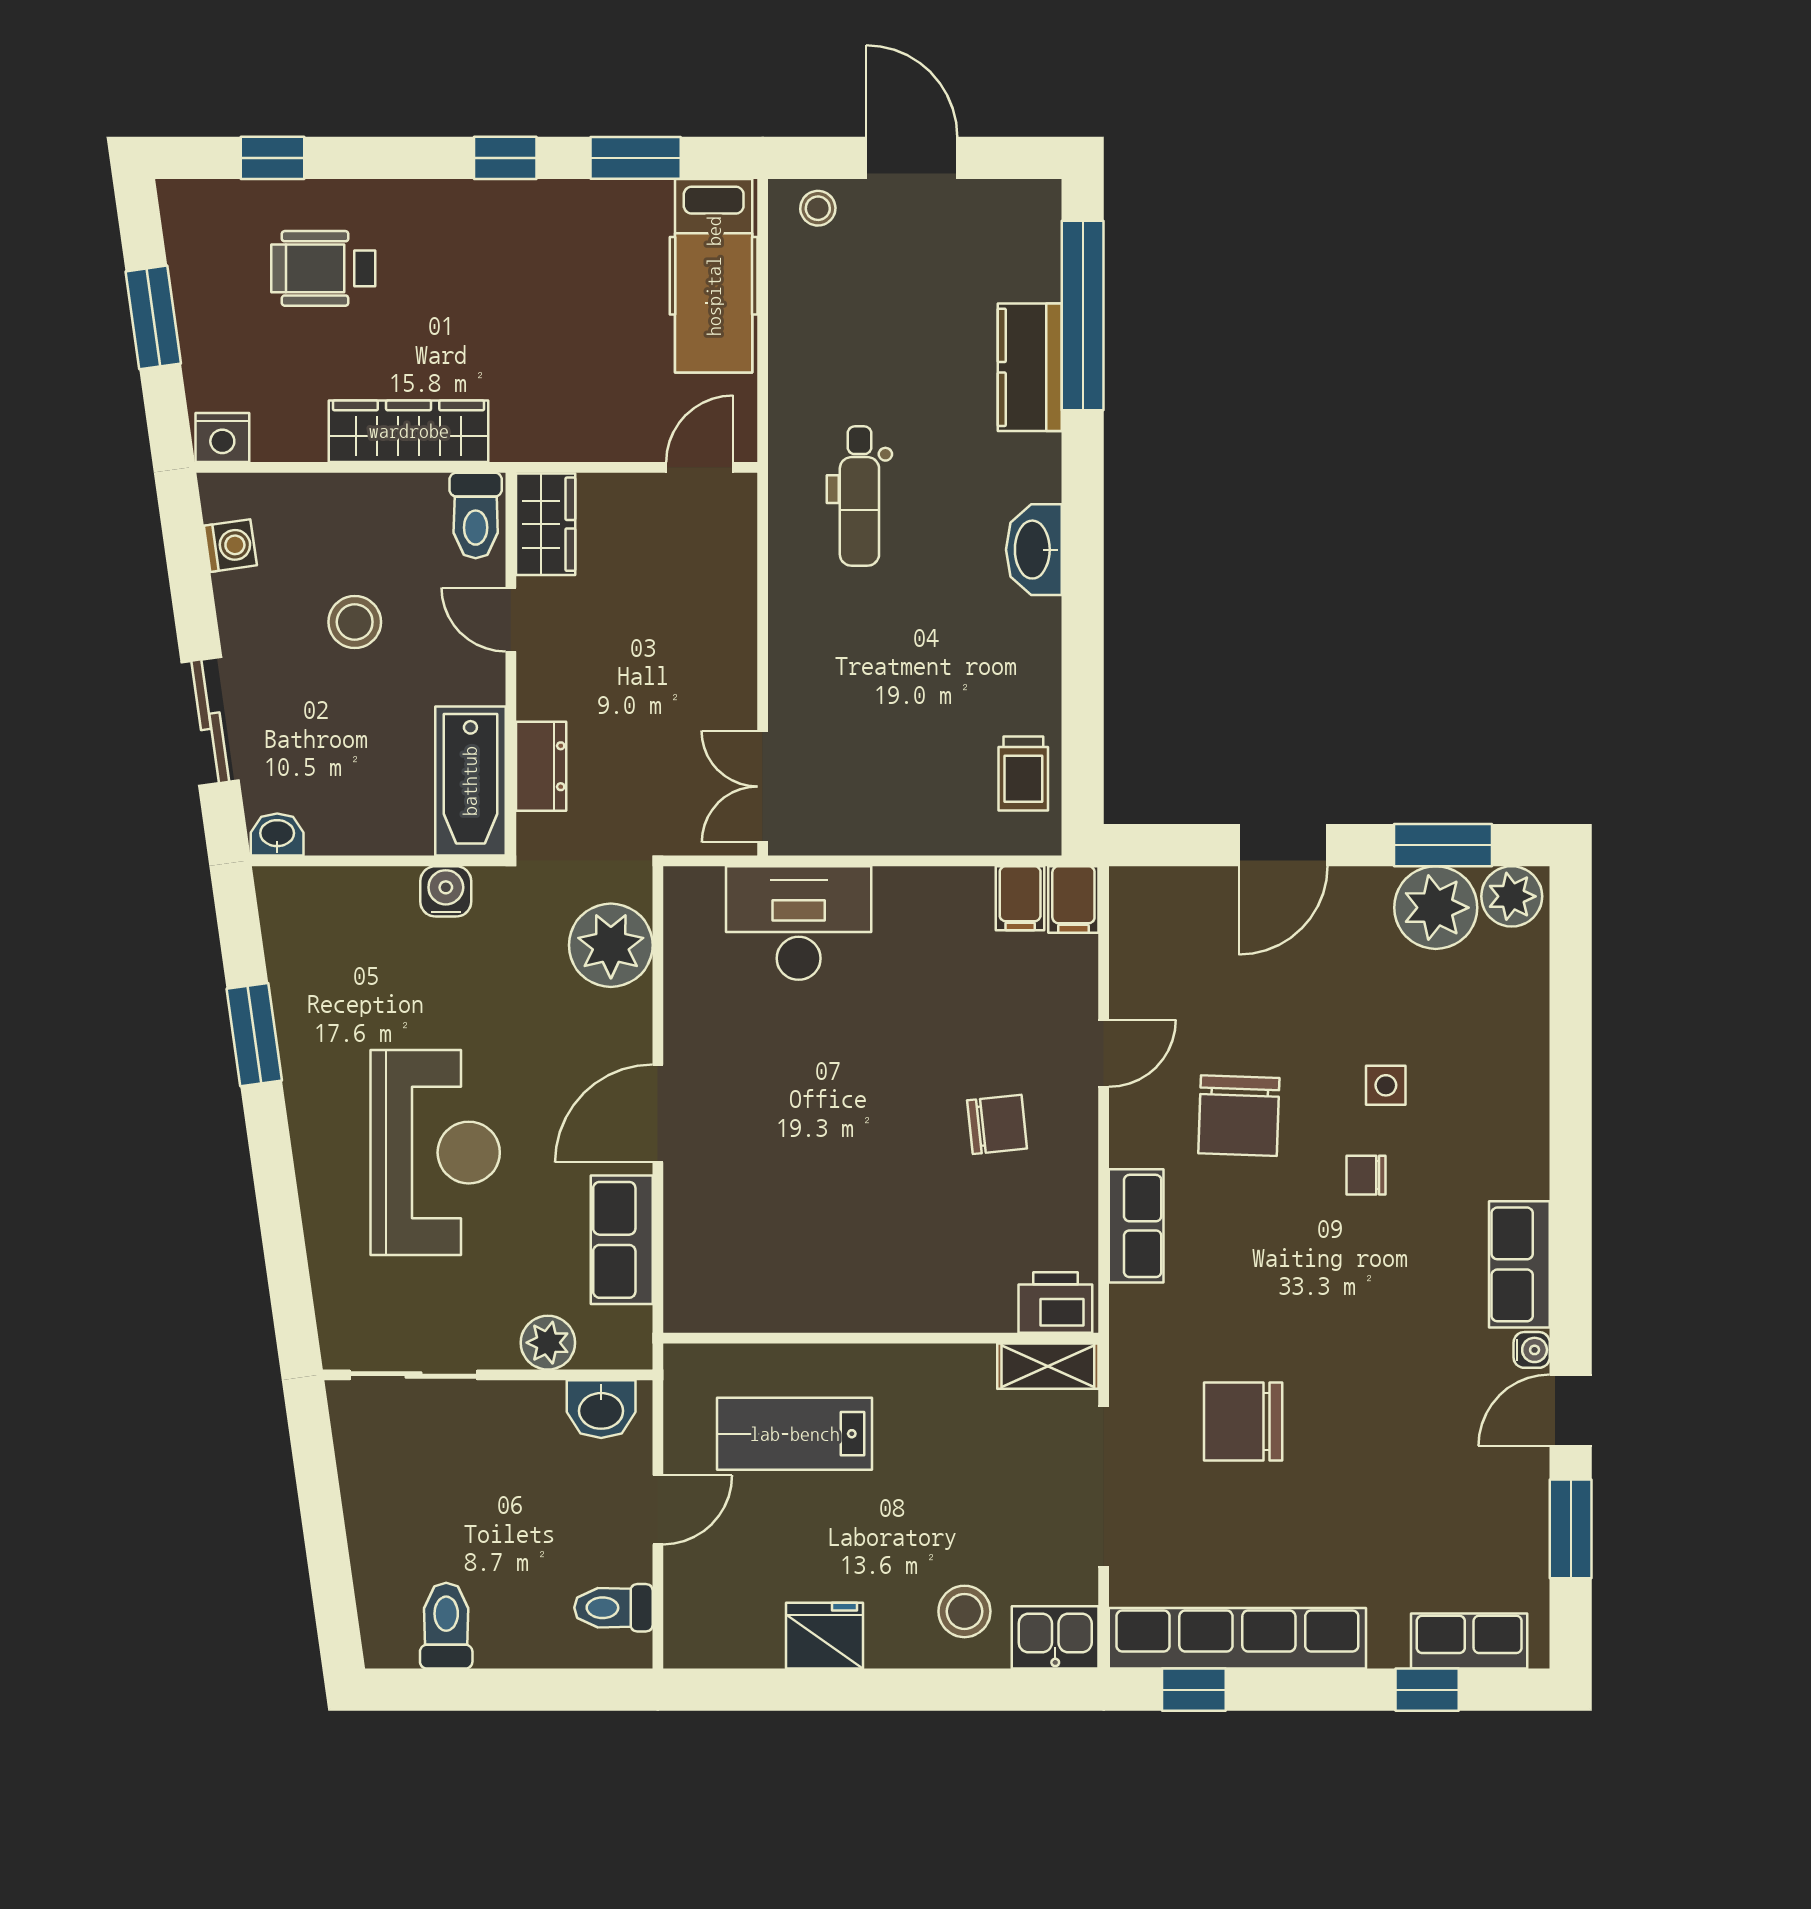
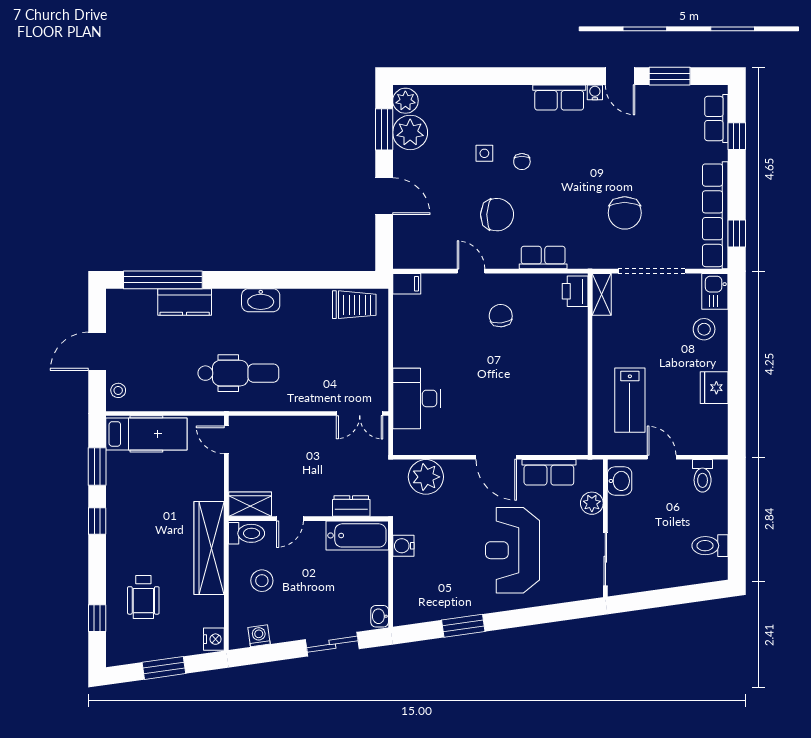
wardrobe: (409, 431) -> (209, 548), width x1.40, depth x1.17
dental chair: (859, 496) -> (238, 373), width x1.36, depth x1.38
stool: (355, 622) -> (262, 581), moved
trolley: (1023, 774) -> (354, 305), width x1.36, depth x1.39
filing cabinet: (1020, 898) -> (406, 306), removed
reception desk: (435, 1153) -> (512, 550), turned -90

